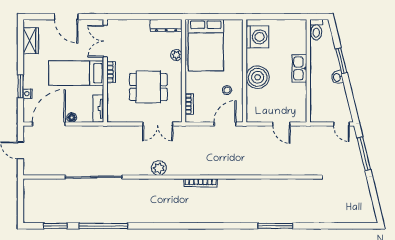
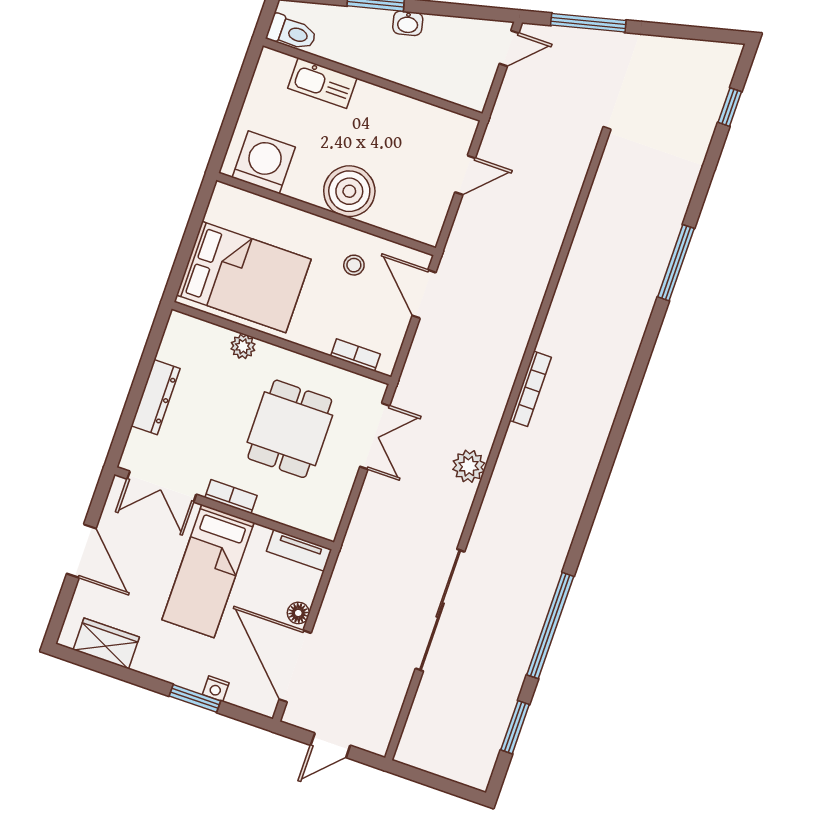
door: (66, 17) -> (81, 551), hinge flipped
dresser: (166, 25) -> (156, 397), moved
kitchen sink: (299, 68) -> (322, 83), moved
window: (349, 226) -> (730, 107), added

